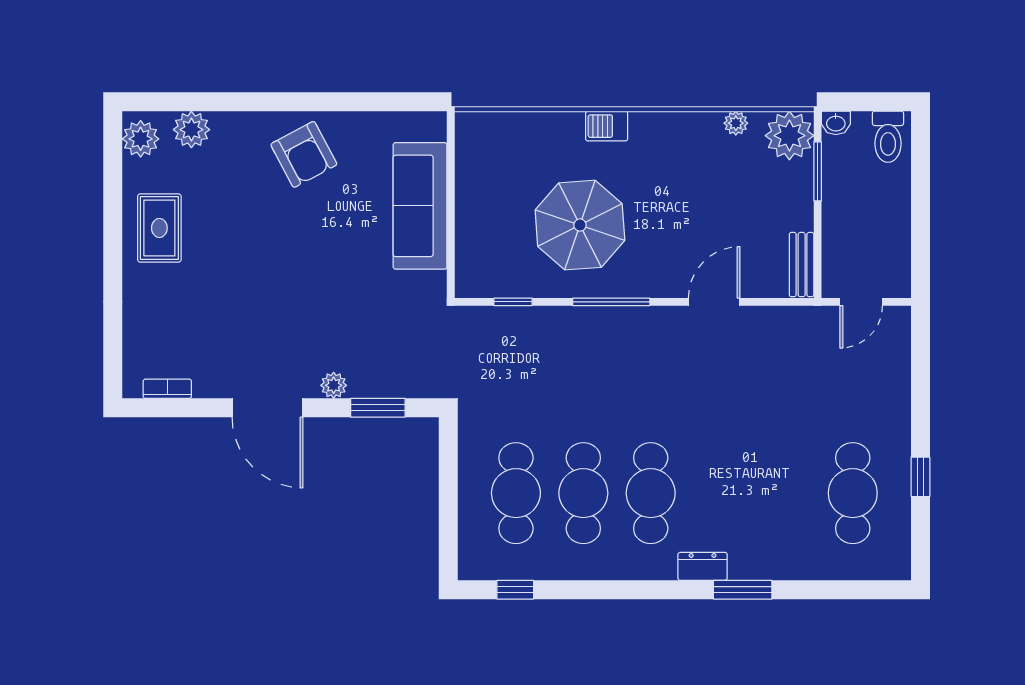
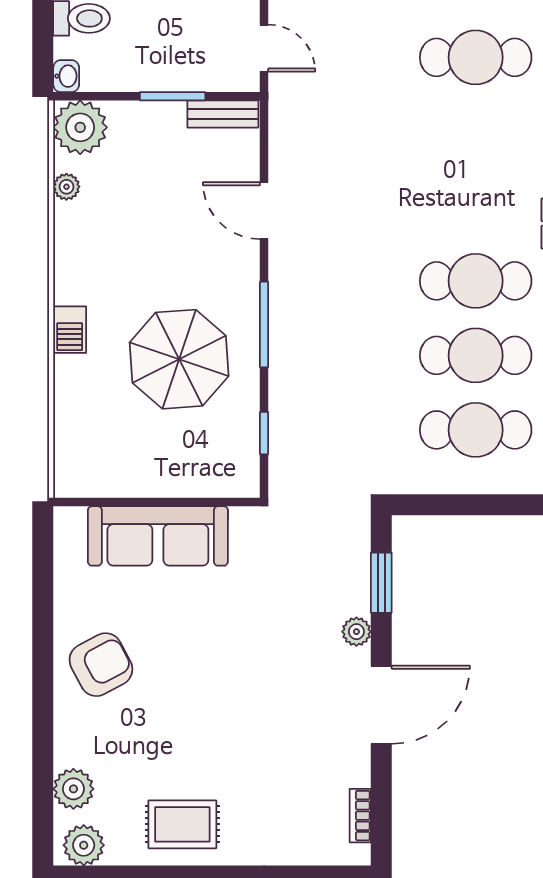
window: (818, 171) -> (173, 96), moved

